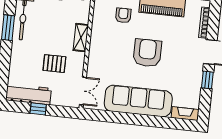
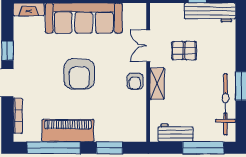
armchair: (123, 15) -> (135, 81), moved
double door: (83, 91) -> (148, 46), moved

